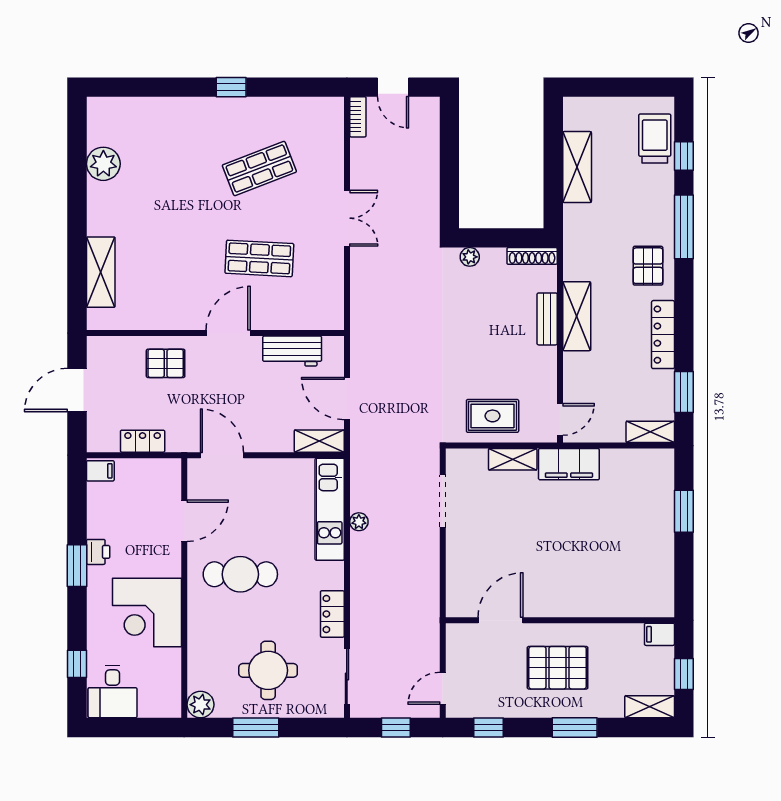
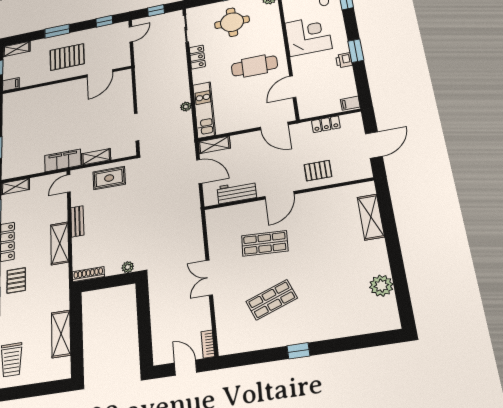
bench: (547, 319) -> (77, 221), moved

